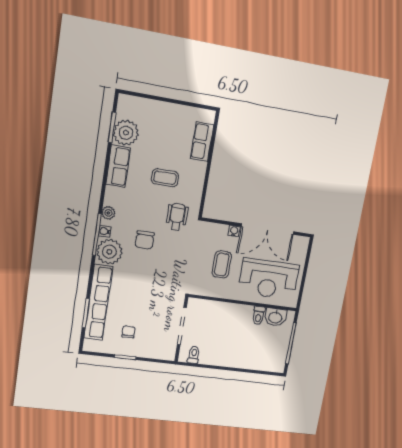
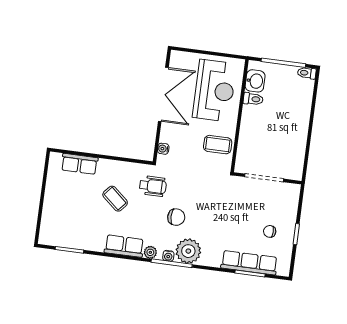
plant: (126, 133) -> (74, 237), removed
row of seats: (118, 166) -> (124, 246), moved
coffee table: (165, 178) -> (115, 199), turned -49
wheelchair: (177, 217) -> (153, 186), turned 180
water cooler: (234, 231) -> (163, 149), moved
coffee table: (222, 265) -> (218, 145), moved
row of seats: (98, 302) -> (249, 263), width x0.73
toilet: (194, 355) -> (307, 73), moved

